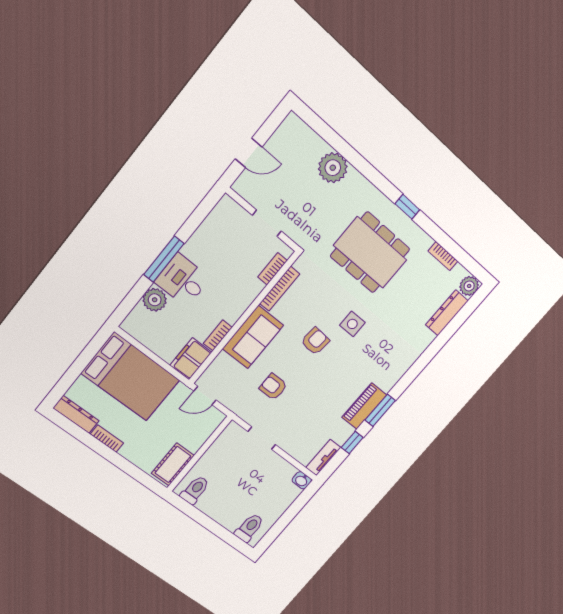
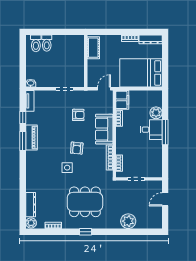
toilet: (195, 490) -> (47, 43), moved

